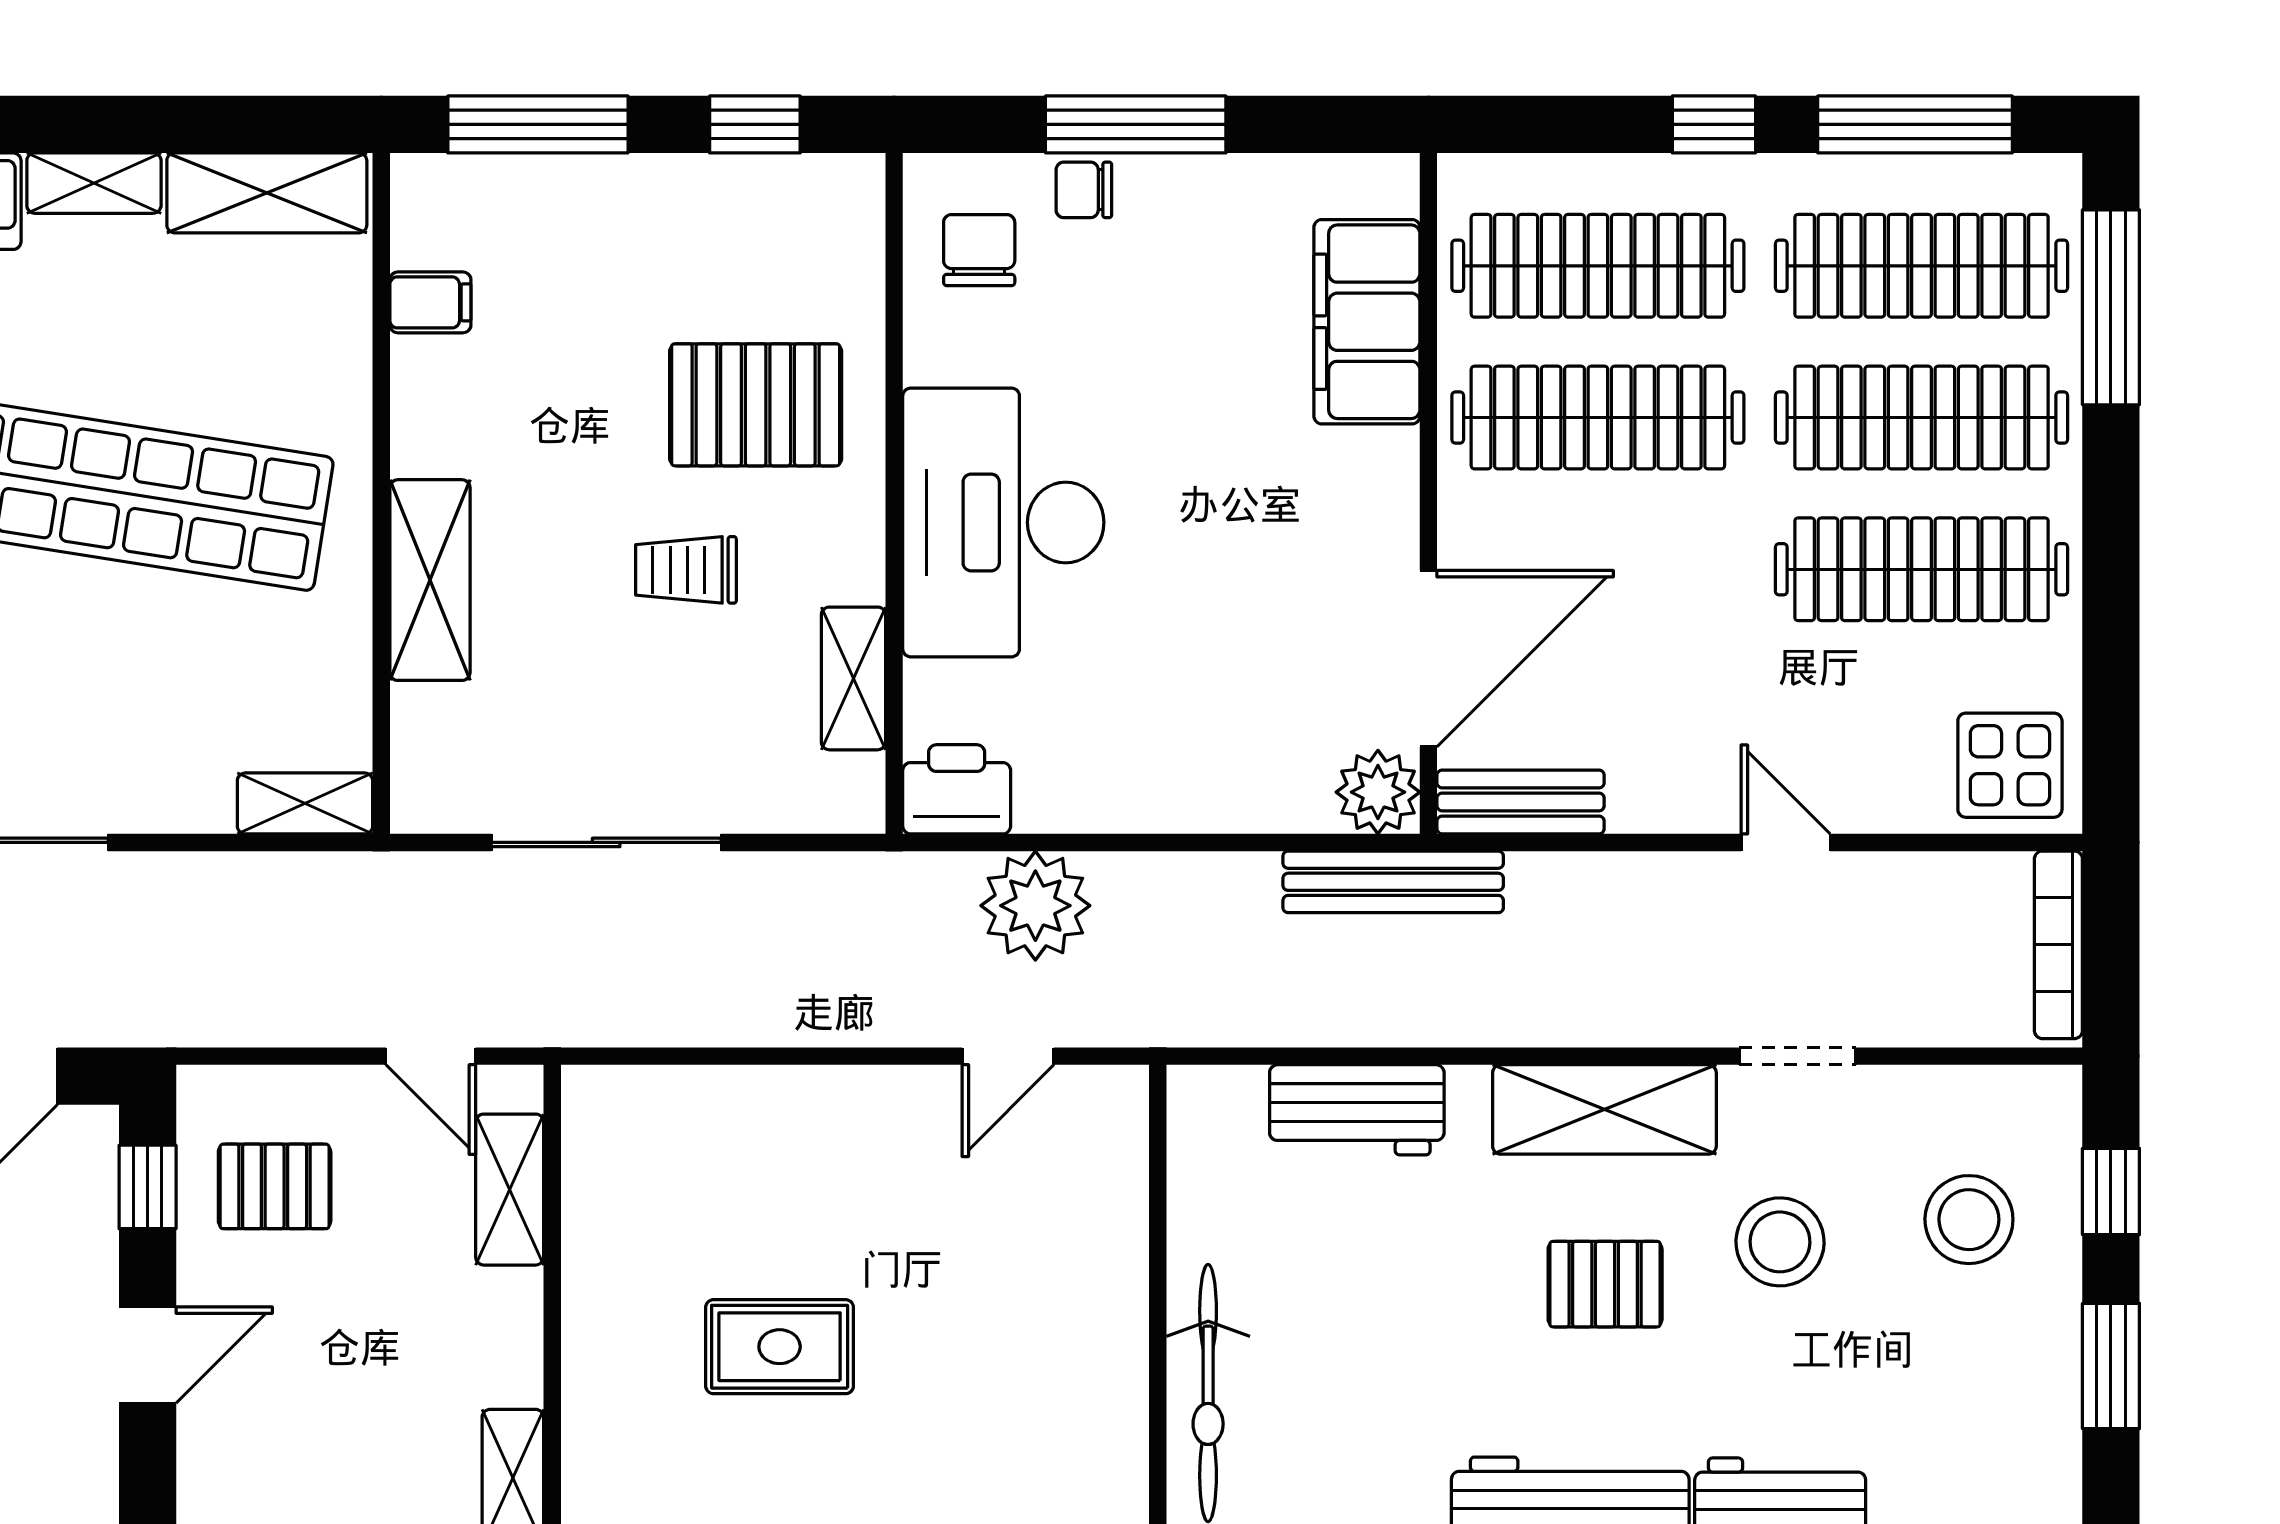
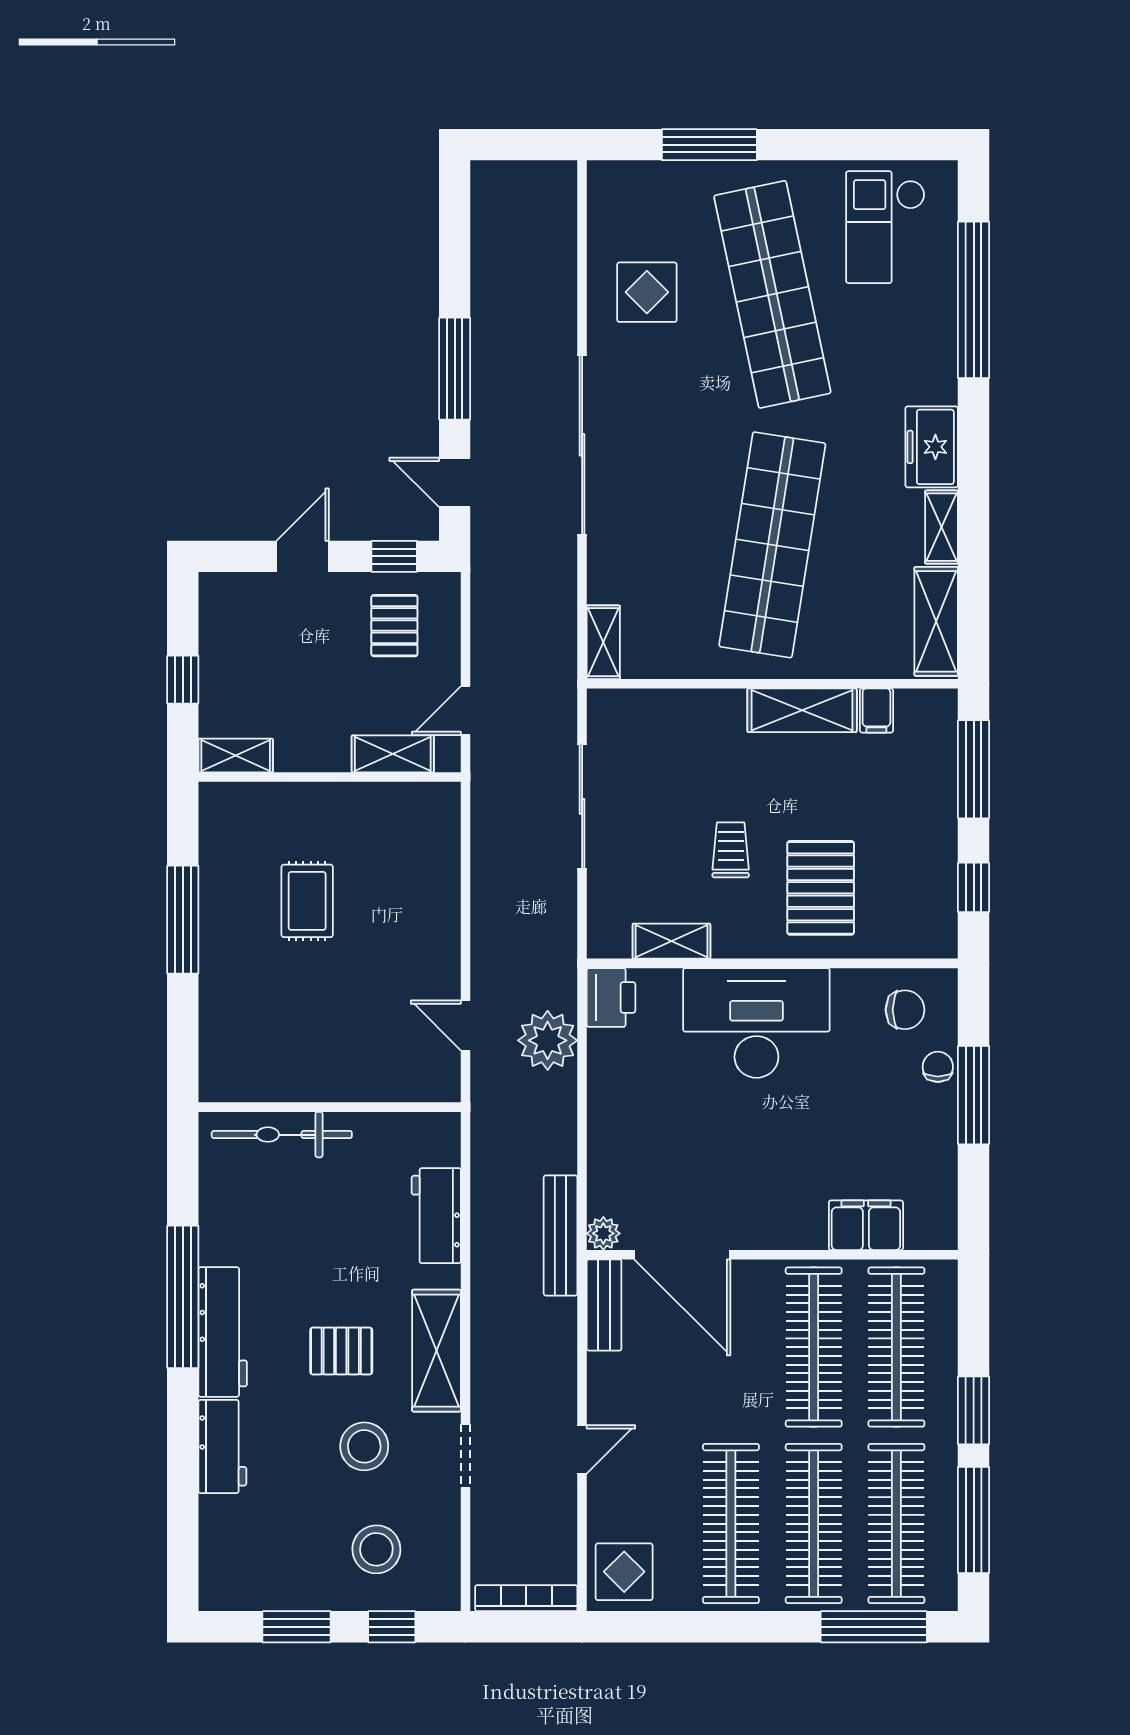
window: (1714, 124) -> (974, 1410), width x1.50
filing cabinet: (1367, 322) -> (866, 1225), width x0.67, depth x0.86
shelving: (430, 580) -> (802, 710), moved
plant: (1378, 792) -> (603, 1233), width x0.73, depth x0.73
pallet: (1605, 1284) -> (341, 1351), turned 90
door: (148, 1355) -> (303, 556), swing flipped

